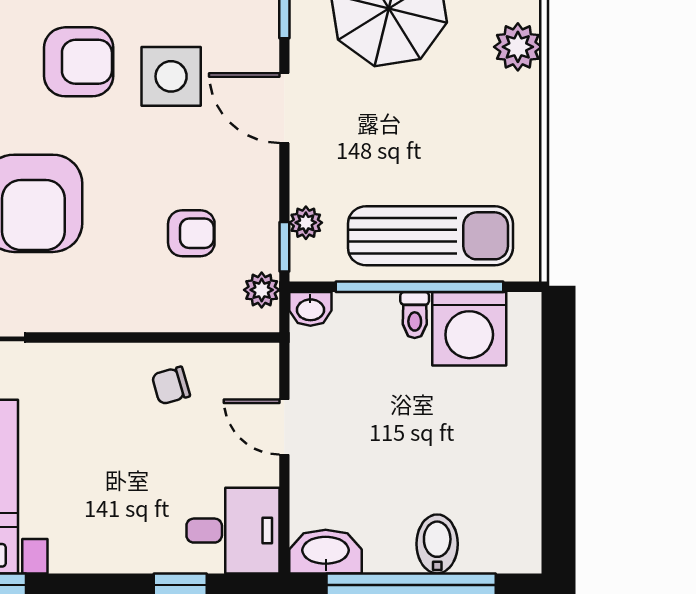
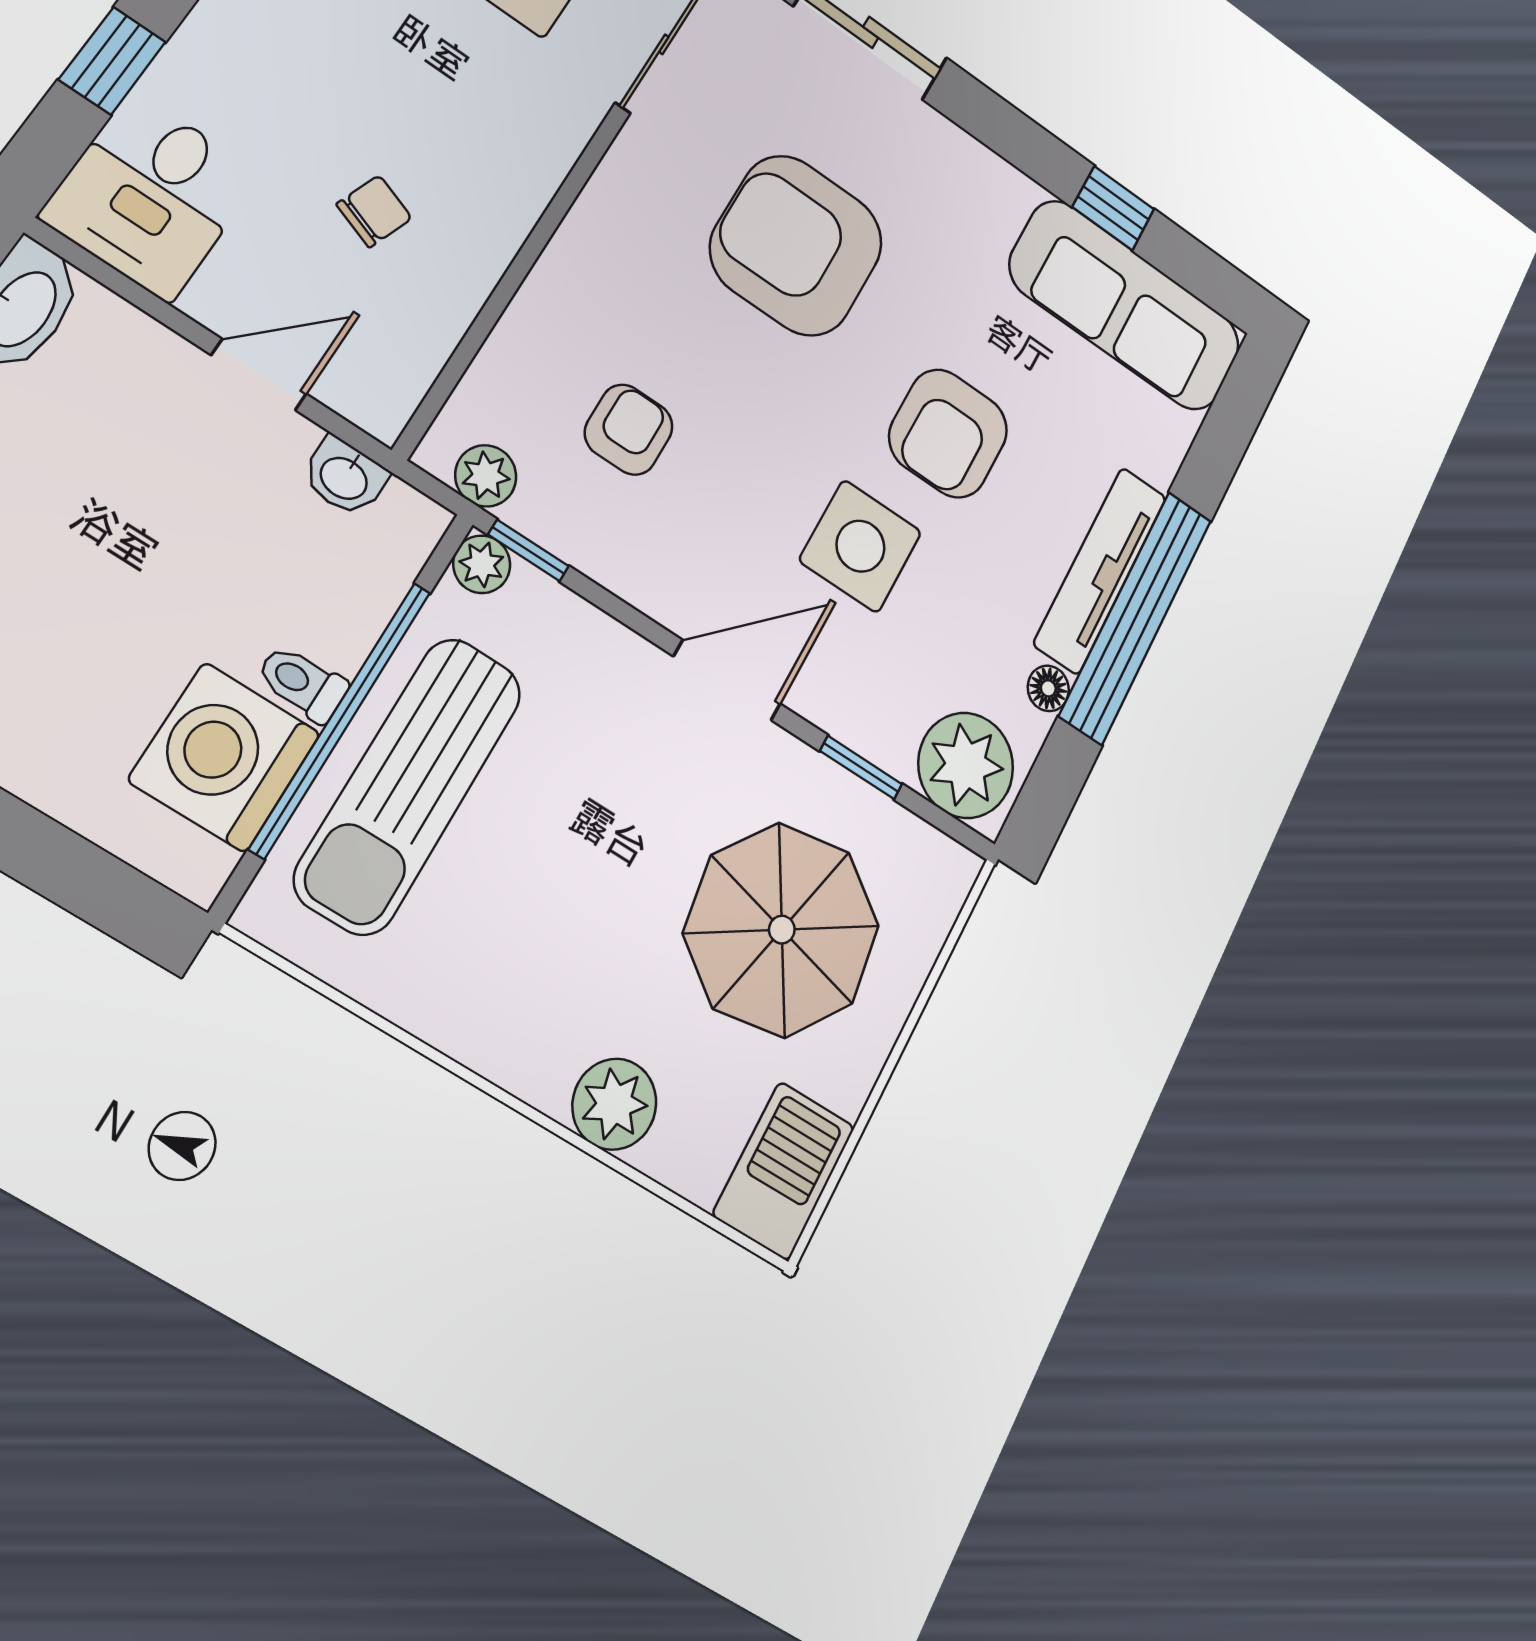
plant: (306, 223) -> (482, 564), moved
armchair: (191, 233) -> (629, 430), turned 180
washbasin: (310, 309) -> (345, 477), moved, turned -90
chair: (171, 386) -> (374, 211), moved, turned 36

